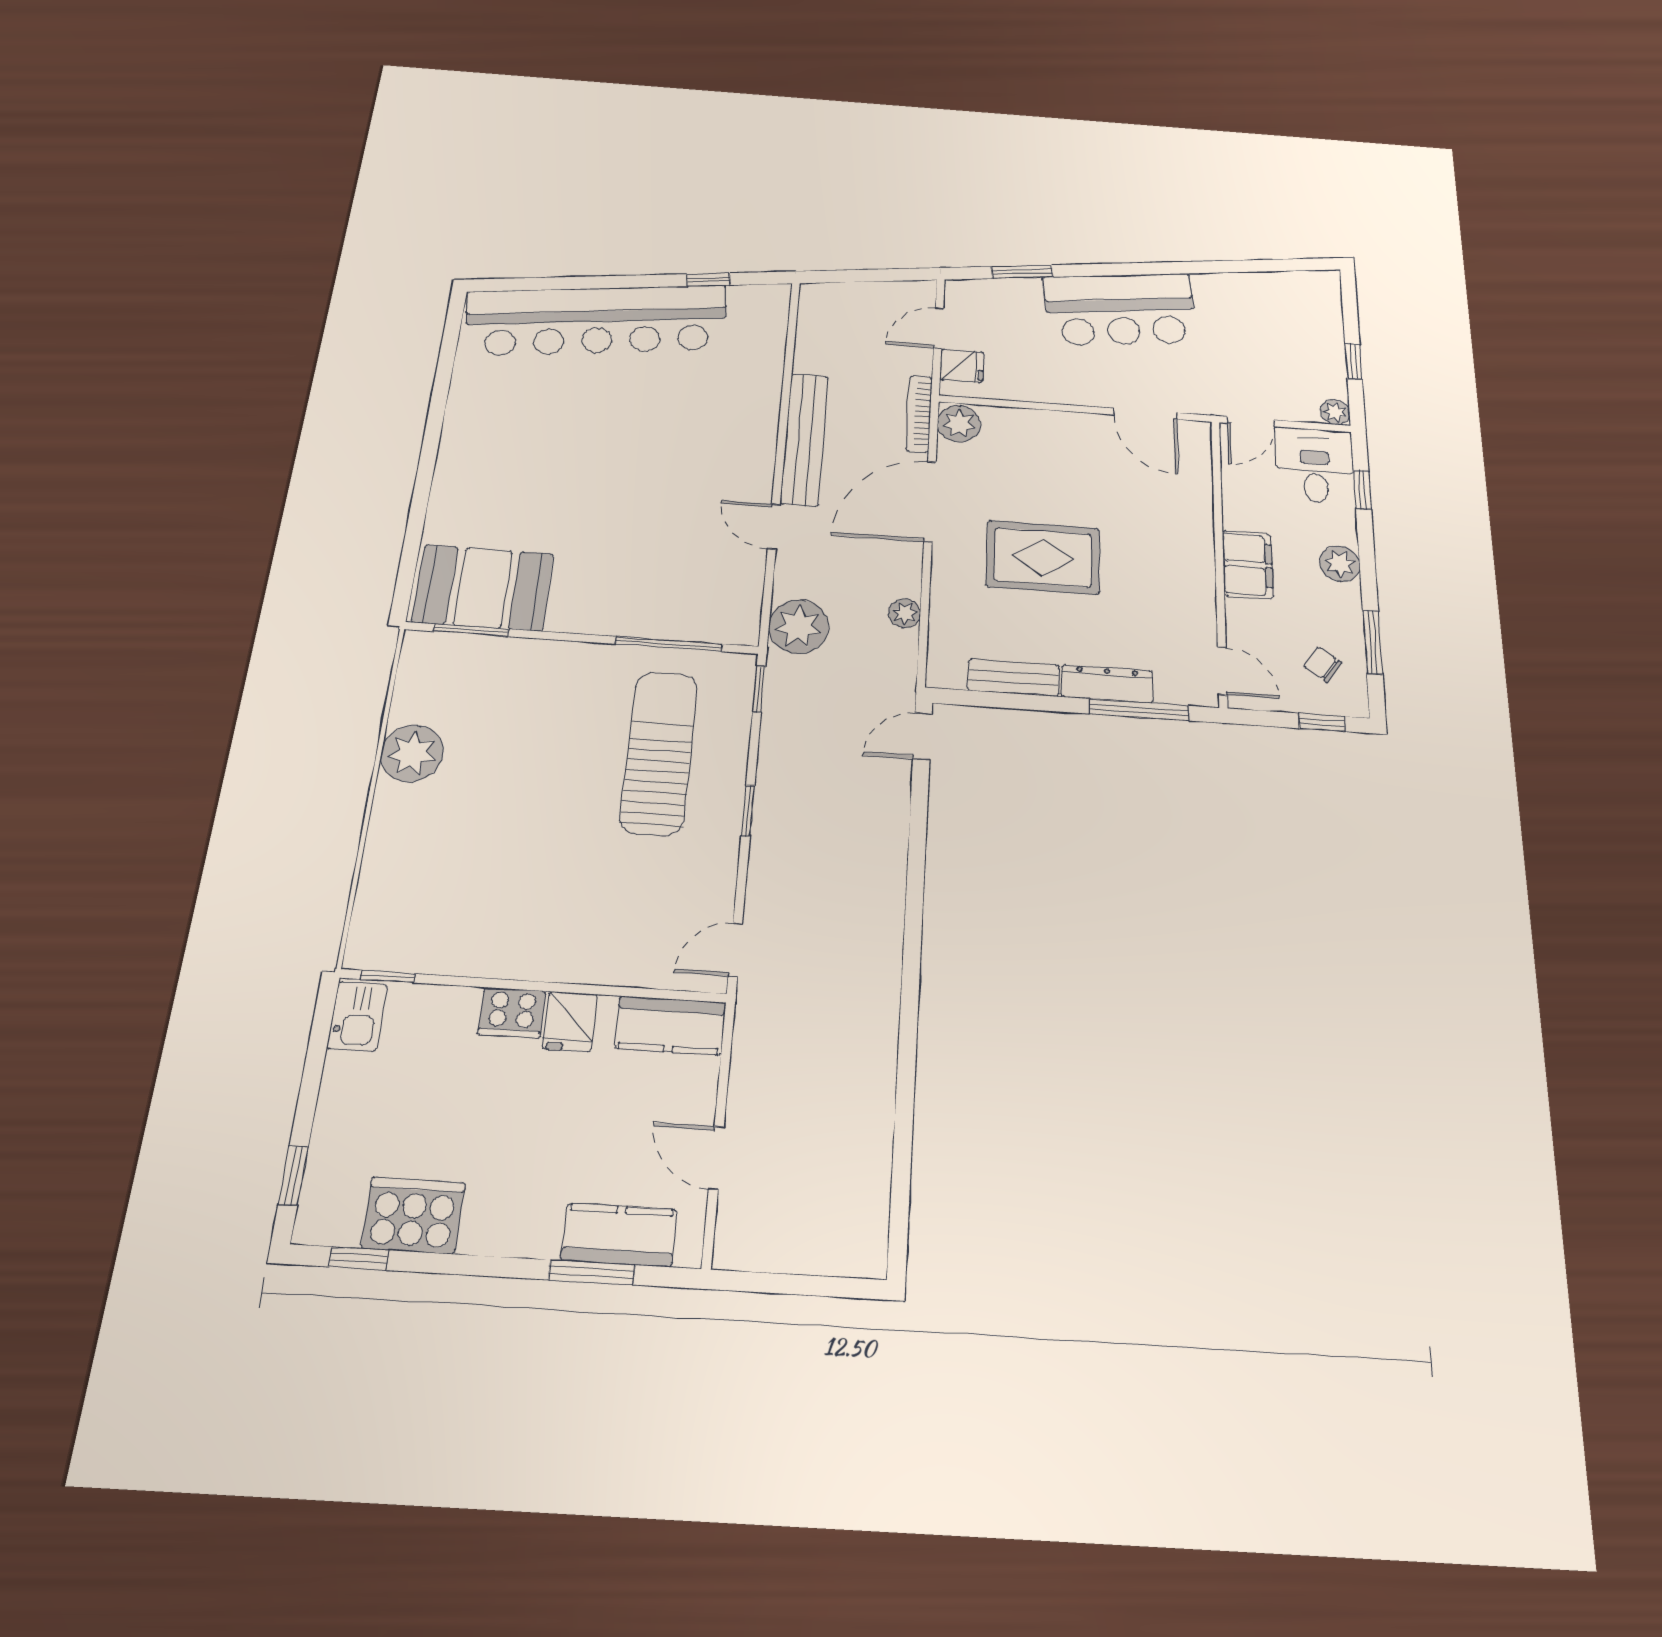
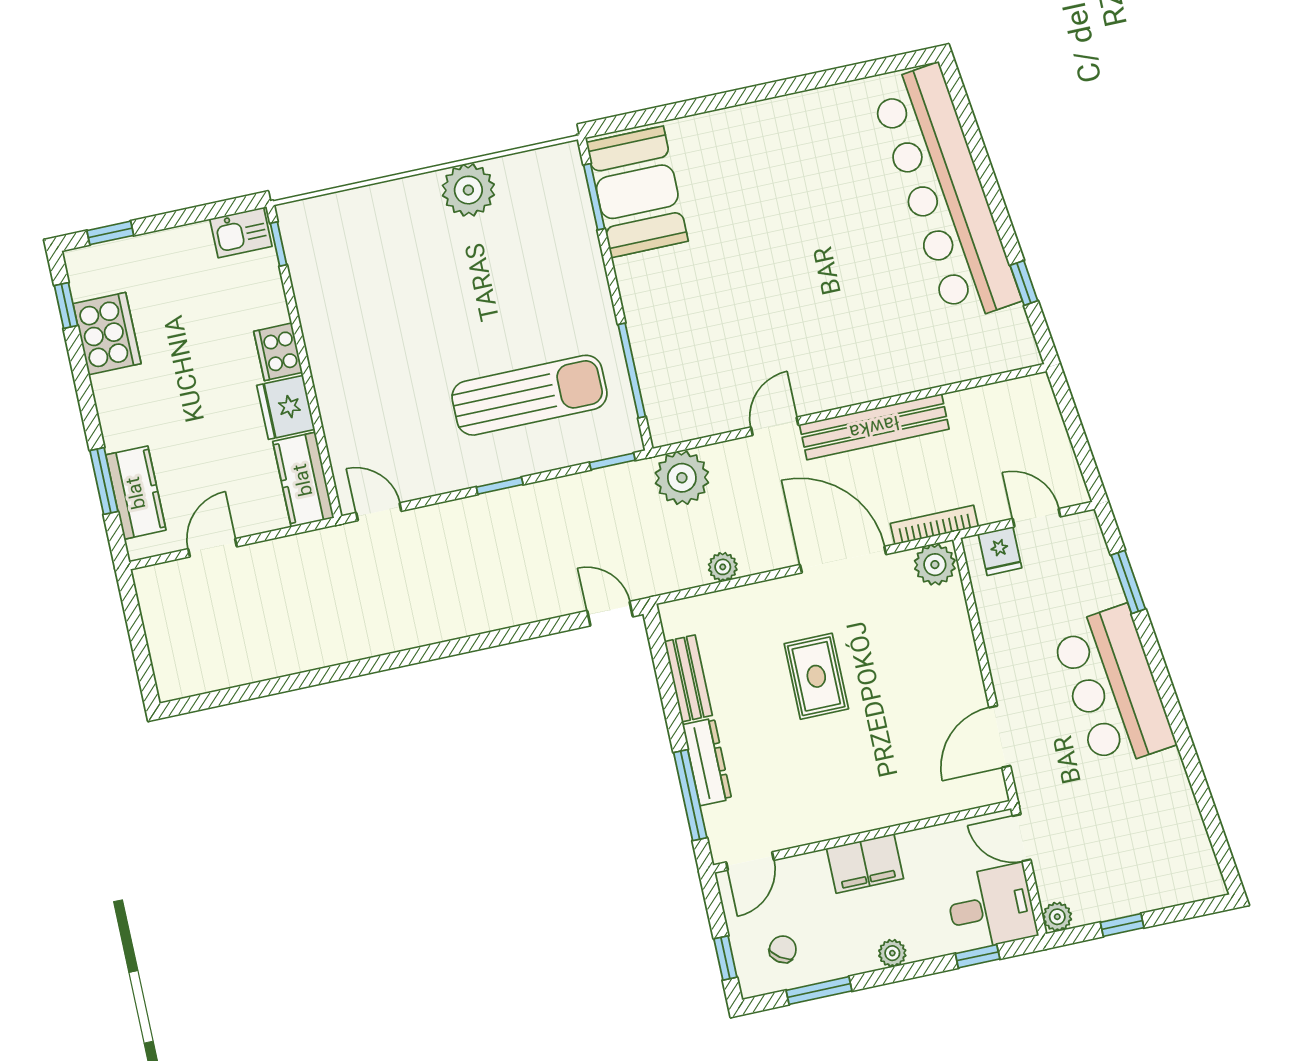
rug: (1043, 557) -> (816, 676), width x0.73, depth x0.70
plant: (1340, 564) -> (892, 953), width x0.73, depth x0.73
fridge: (570, 1021) -> (286, 407), width x1.38

